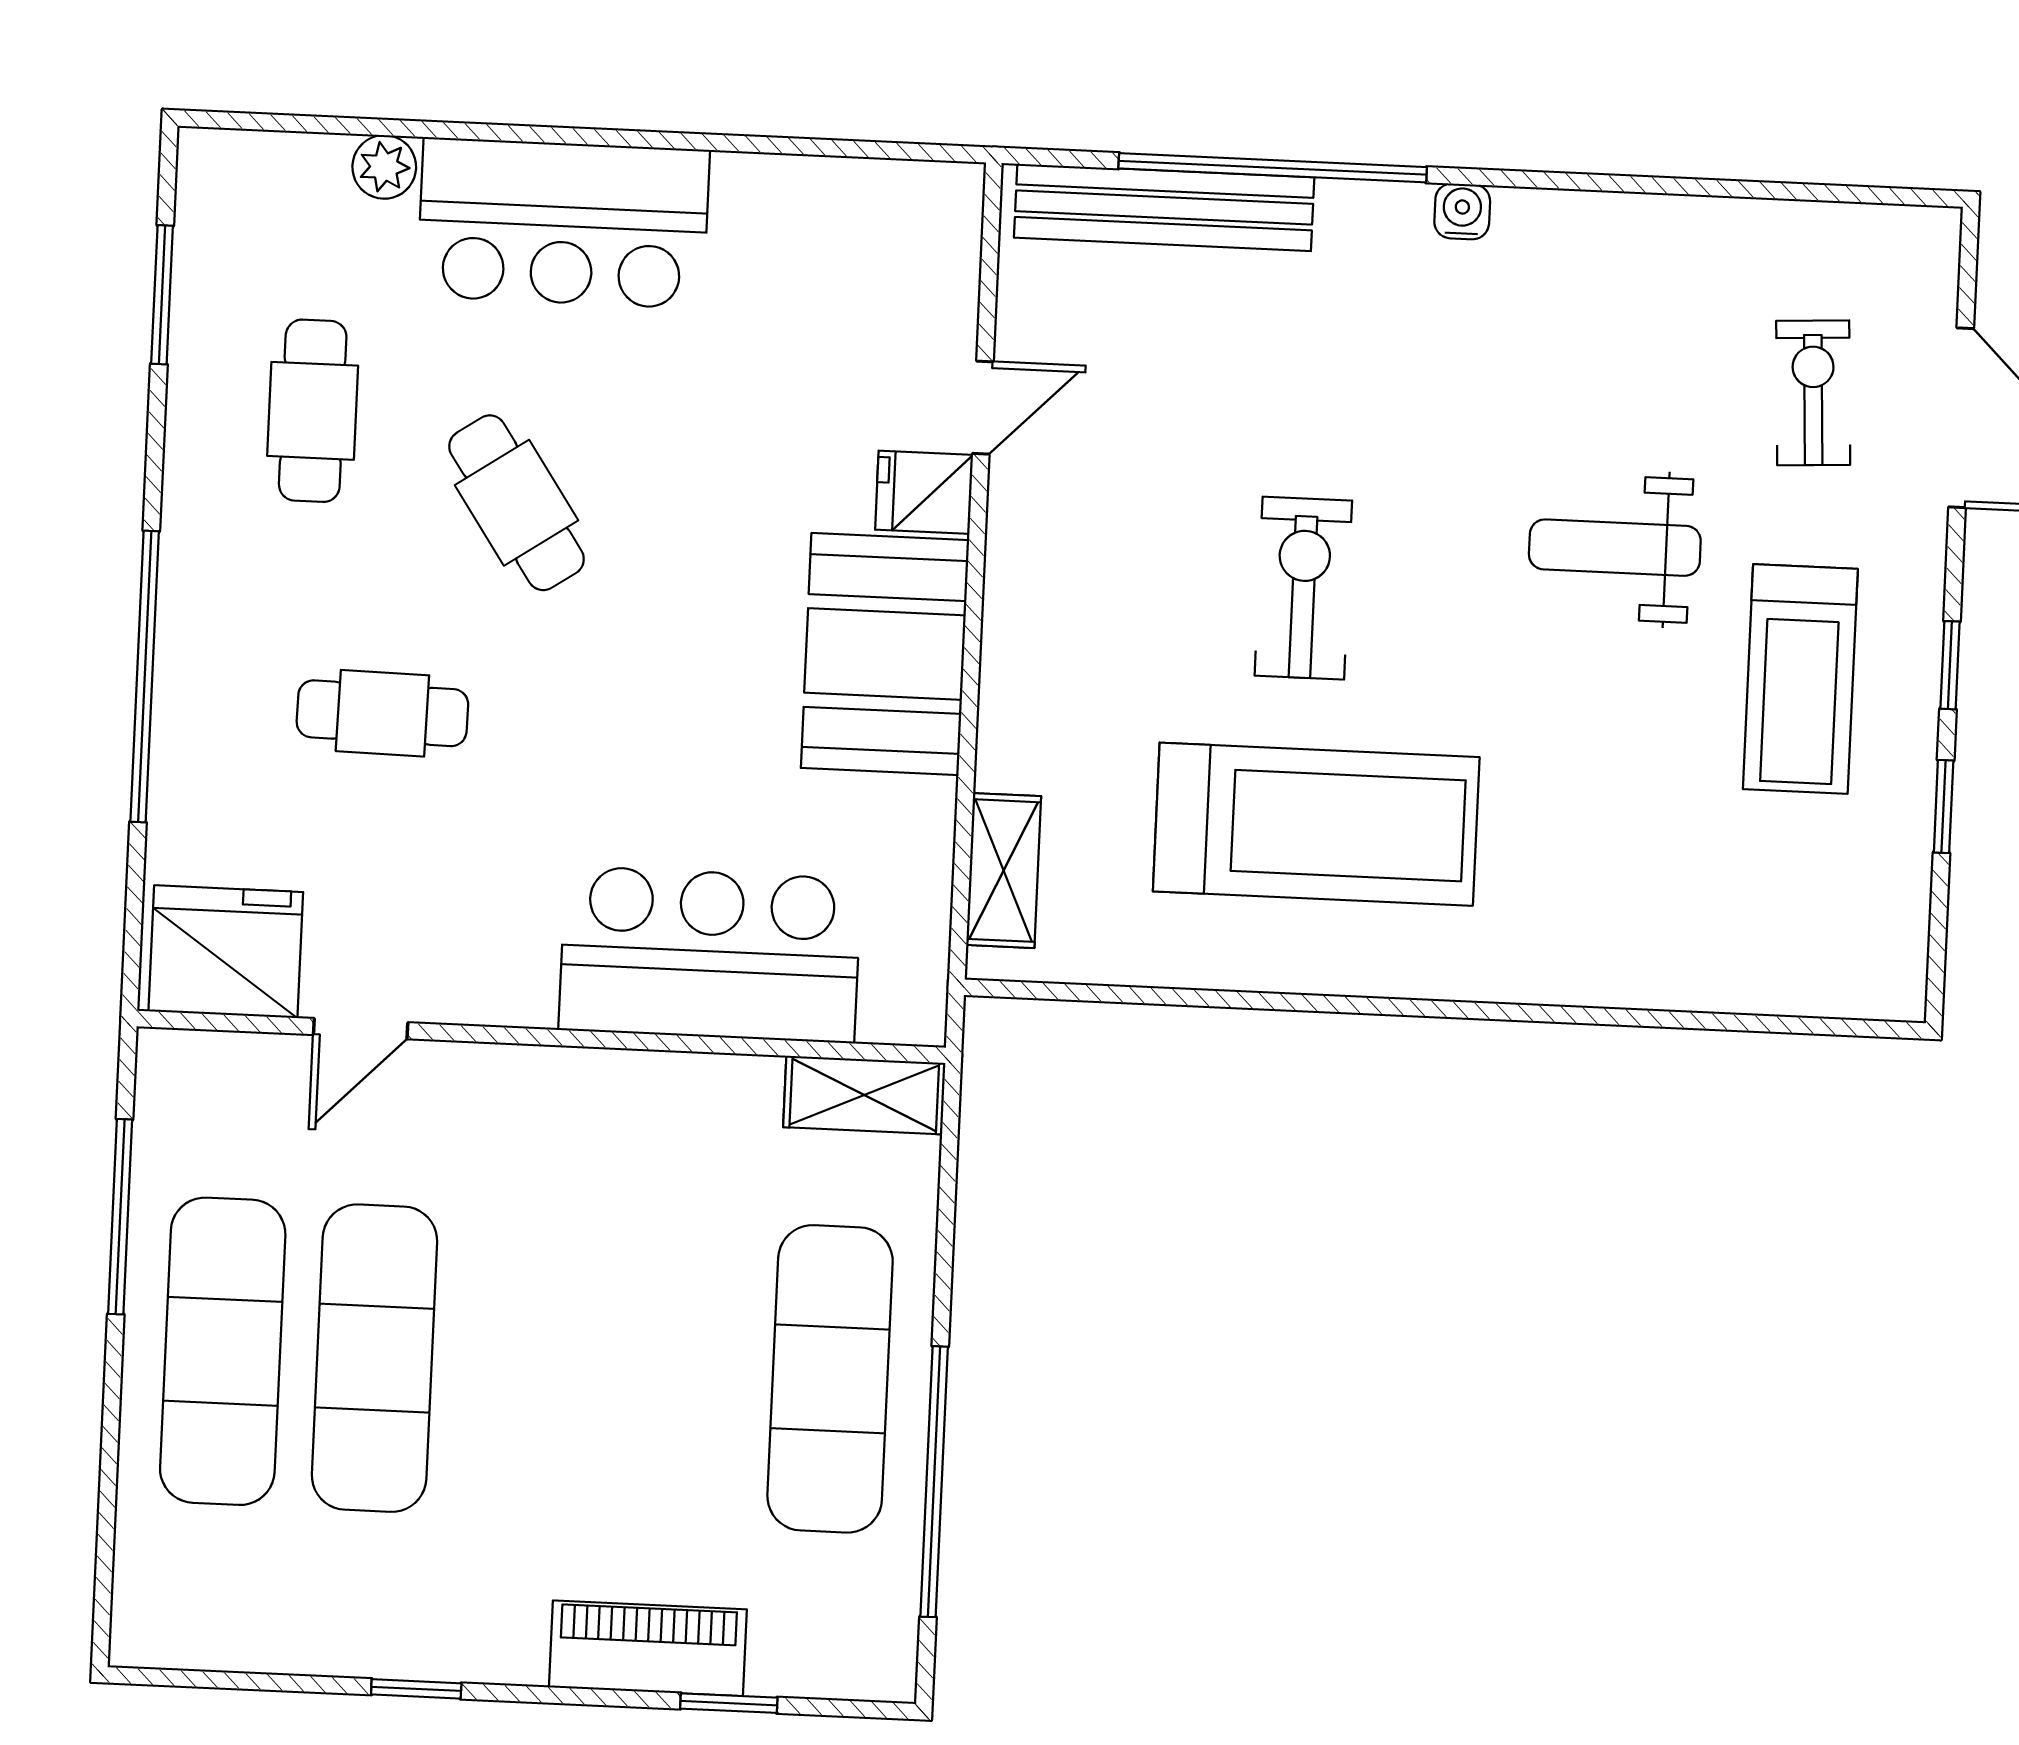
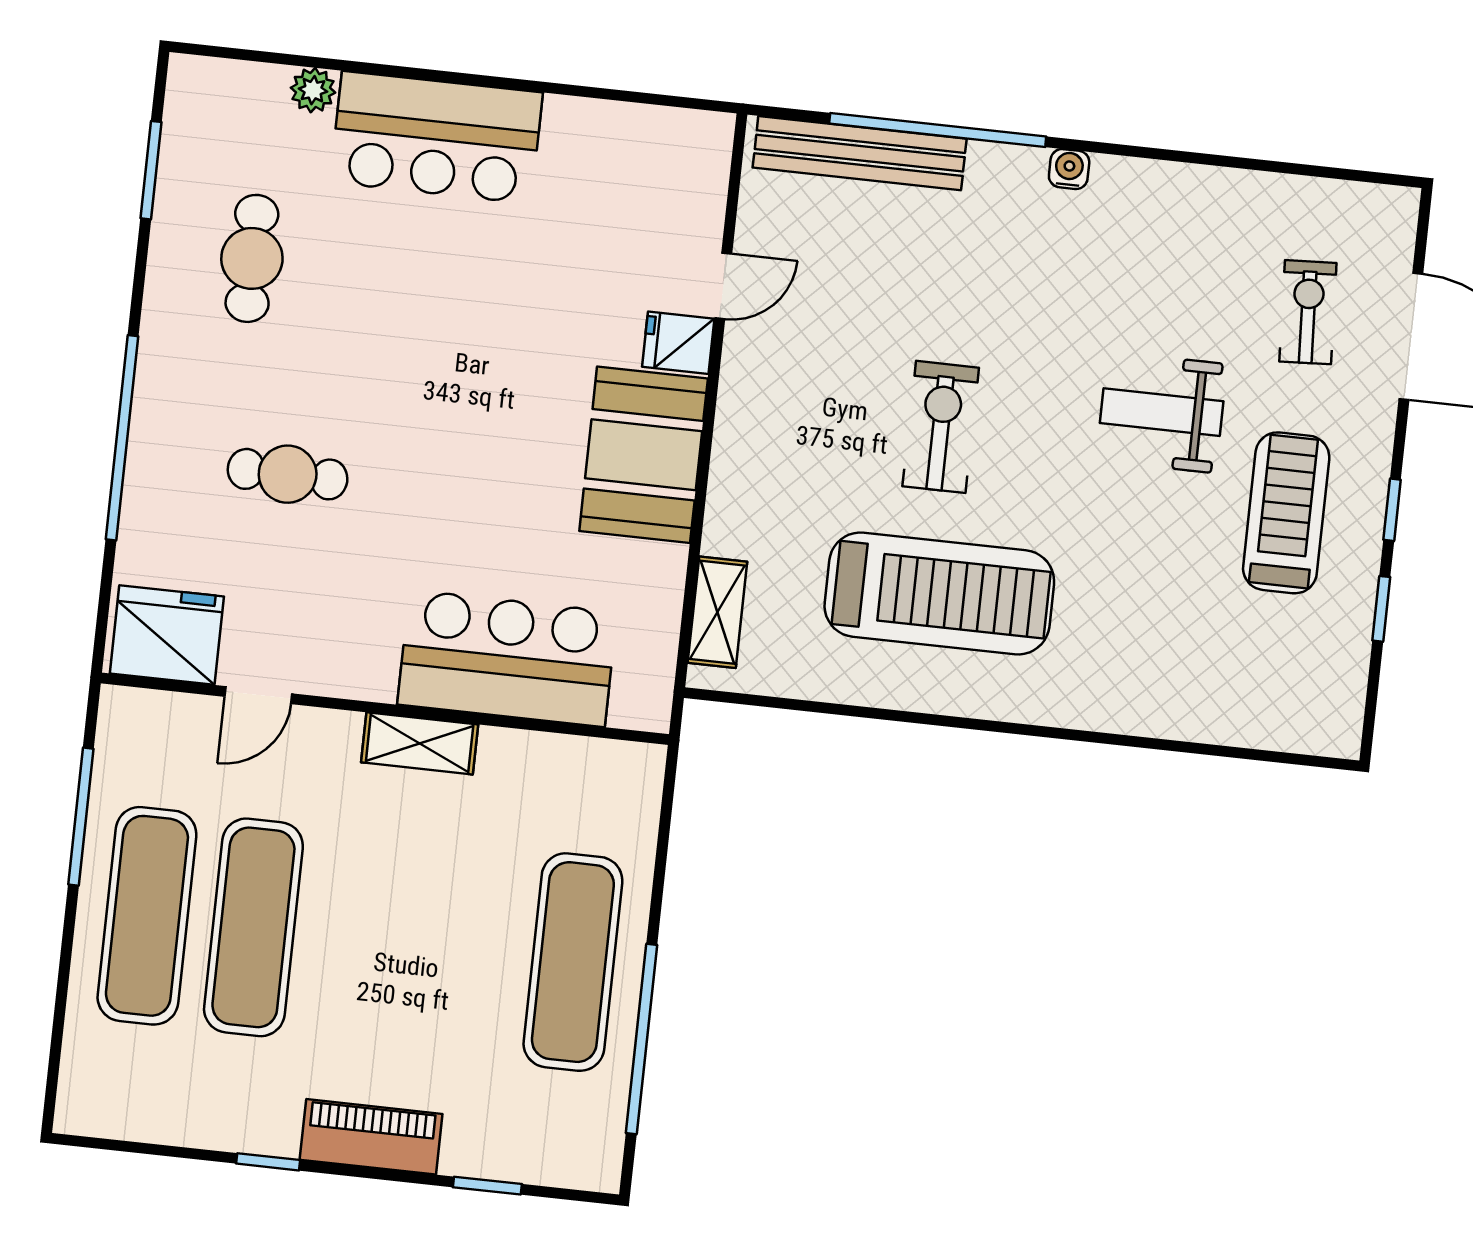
cafe table: (517, 503) -> (391, 332), removed
treadmill: (1800, 679) -> (1286, 513), turned 180
shelving: (864, 1095) -> (420, 743), moved
piano: (648, 1648) -> (371, 1137), moved

